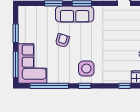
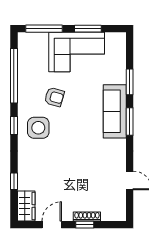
armchair: (62, 41) -> (54, 97), moved
corner sofa: (32, 63) -> (77, 52), moved

